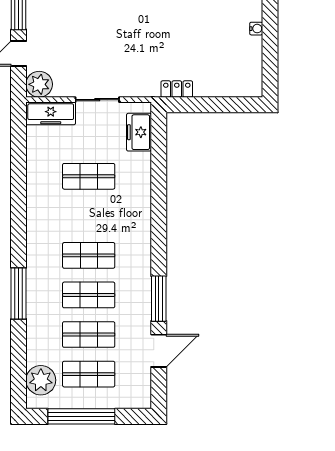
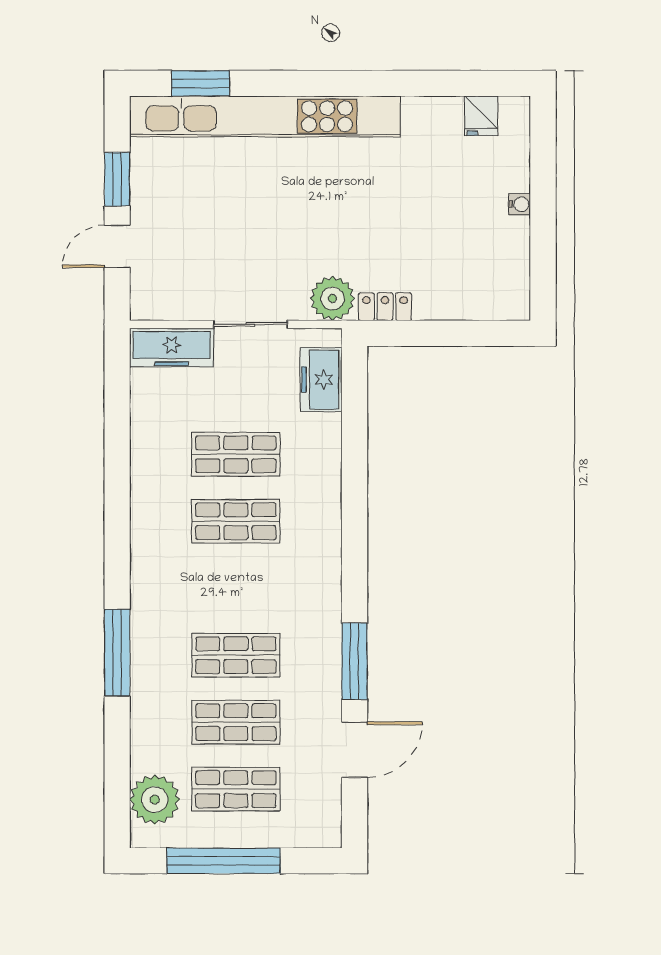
plant: (39, 84) -> (332, 298), moved
shop shelf: (89, 255) -> (236, 521), moved

